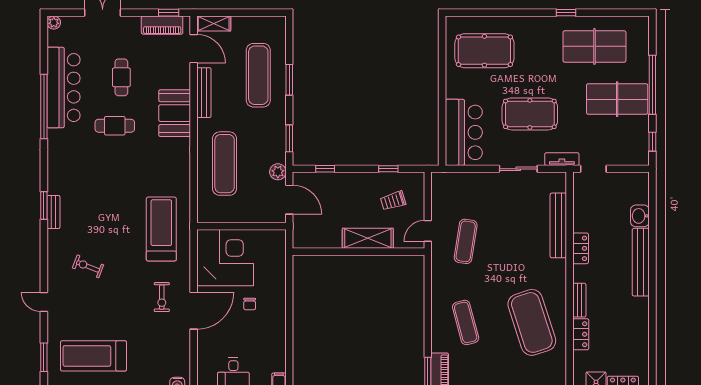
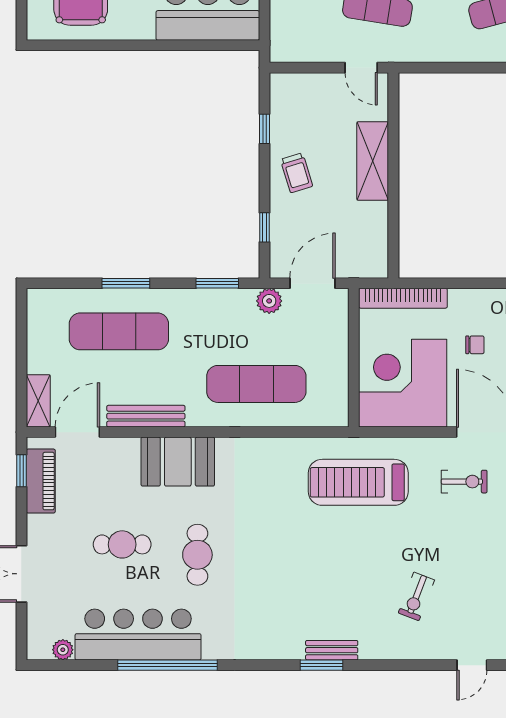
plant: (54, 23) -> (63, 650), moved
trolley: (393, 201) -> (297, 173), moved
bookcase: (280, 258) -> (403, 298), added

